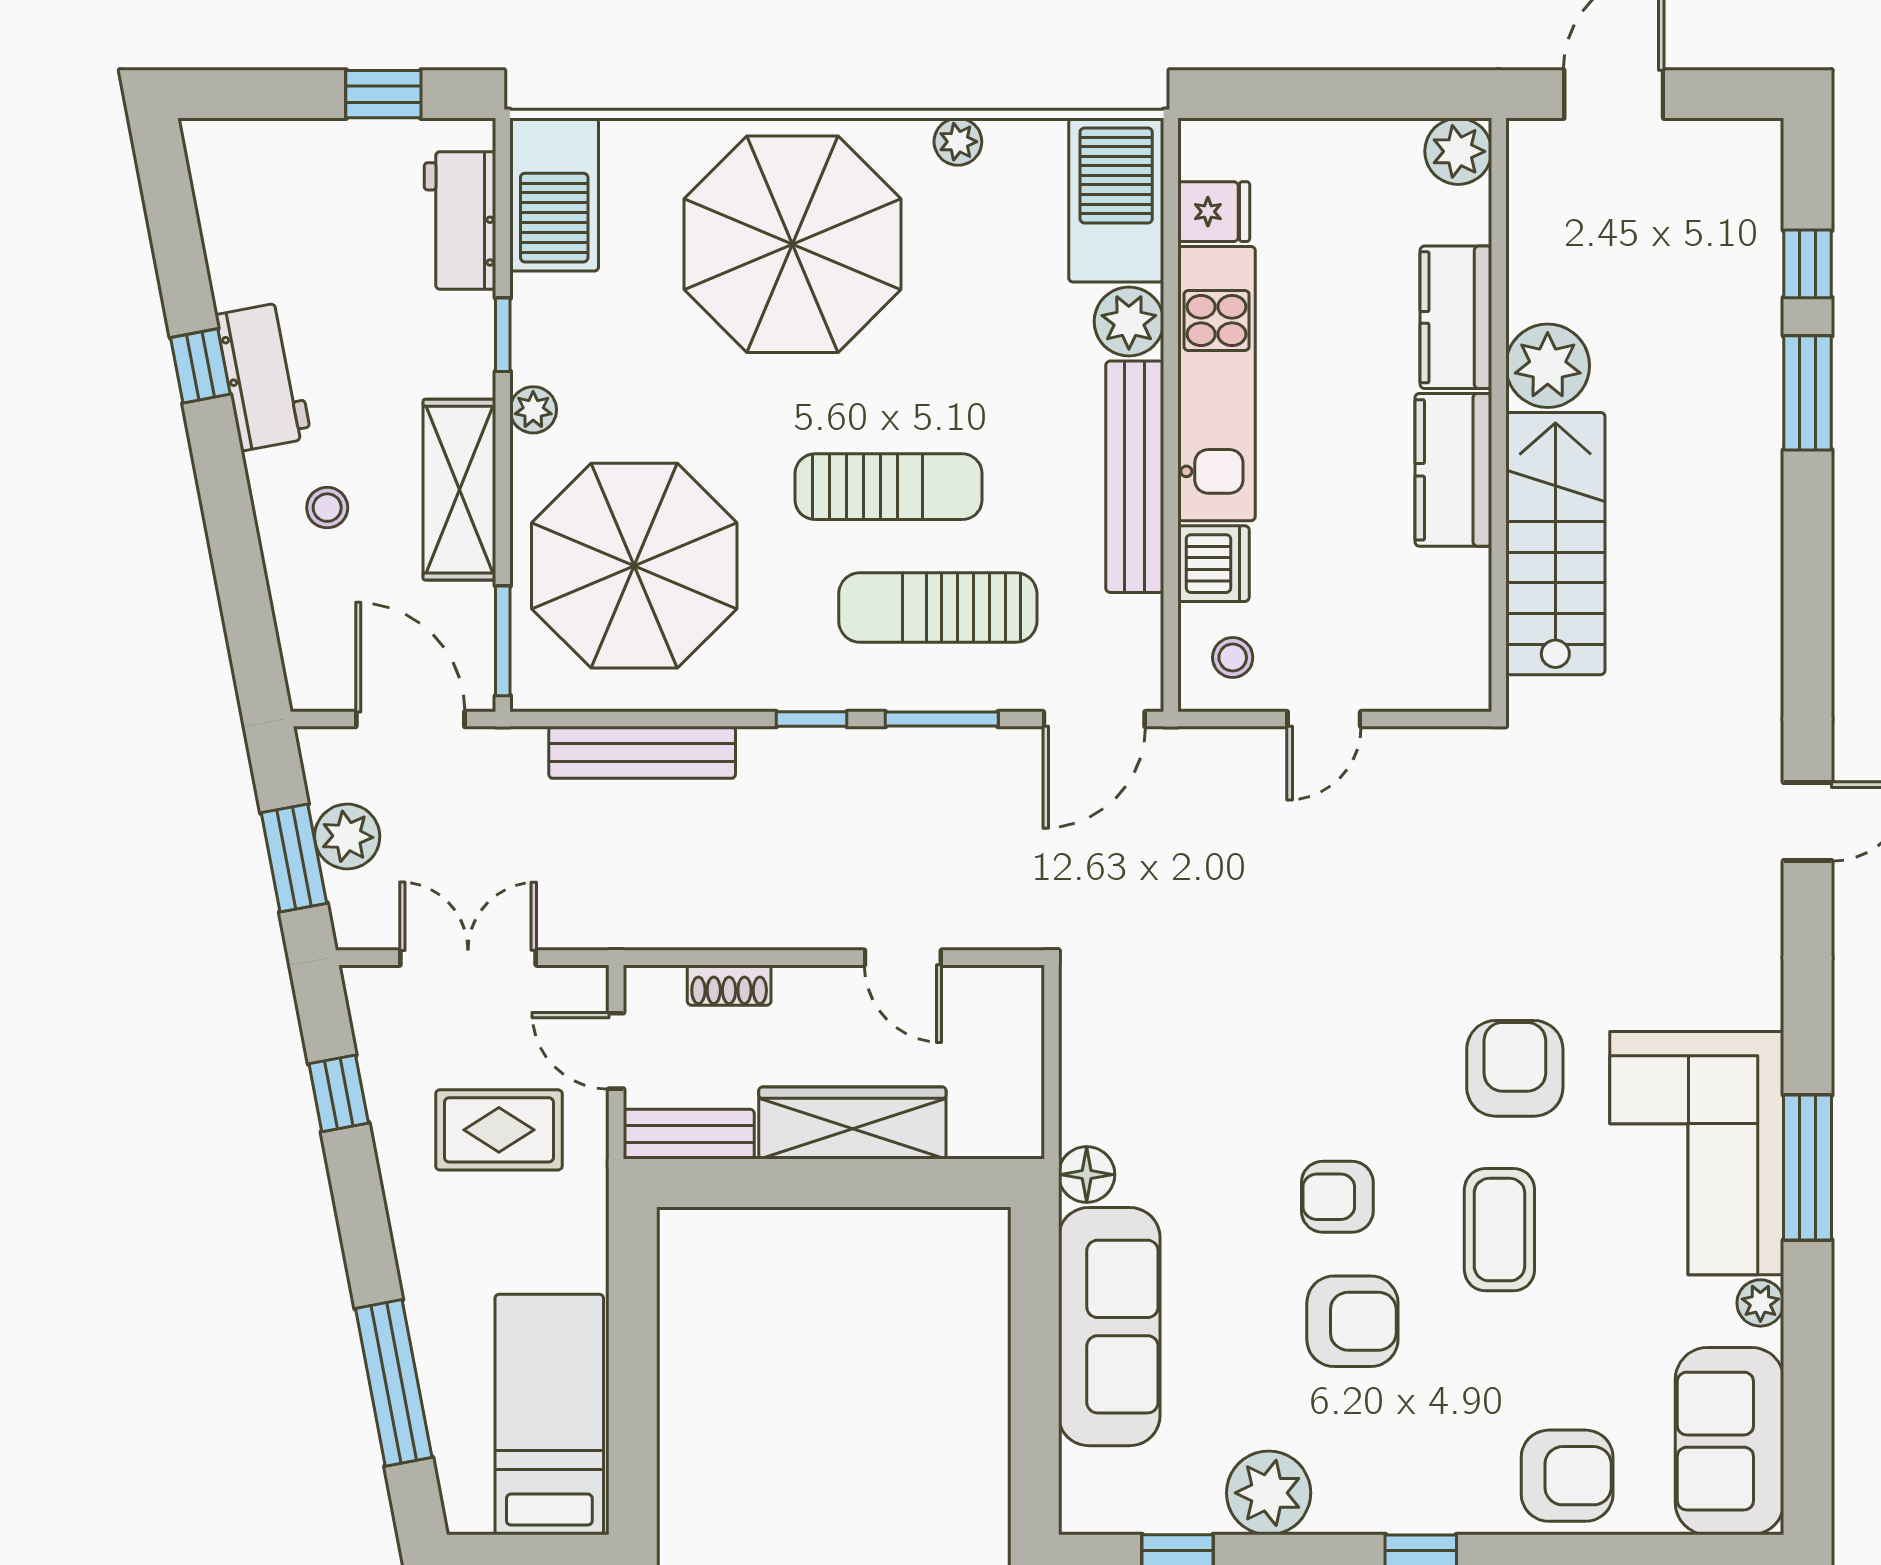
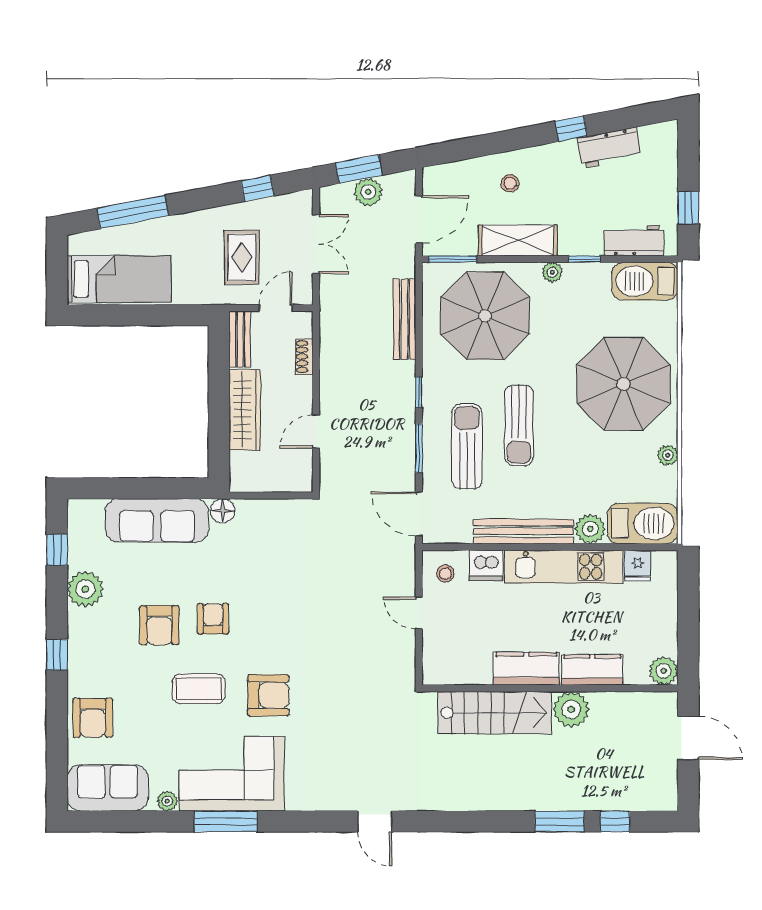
workbench: (263, 376) -> (609, 148), moved

